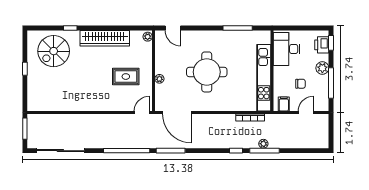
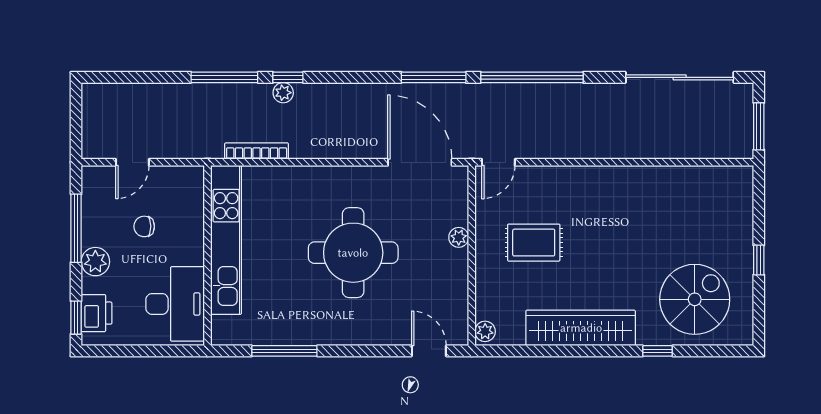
filing cabinet: (284, 104) -> (181, 181), removed
plant: (263, 144) -> (283, 93), moved

